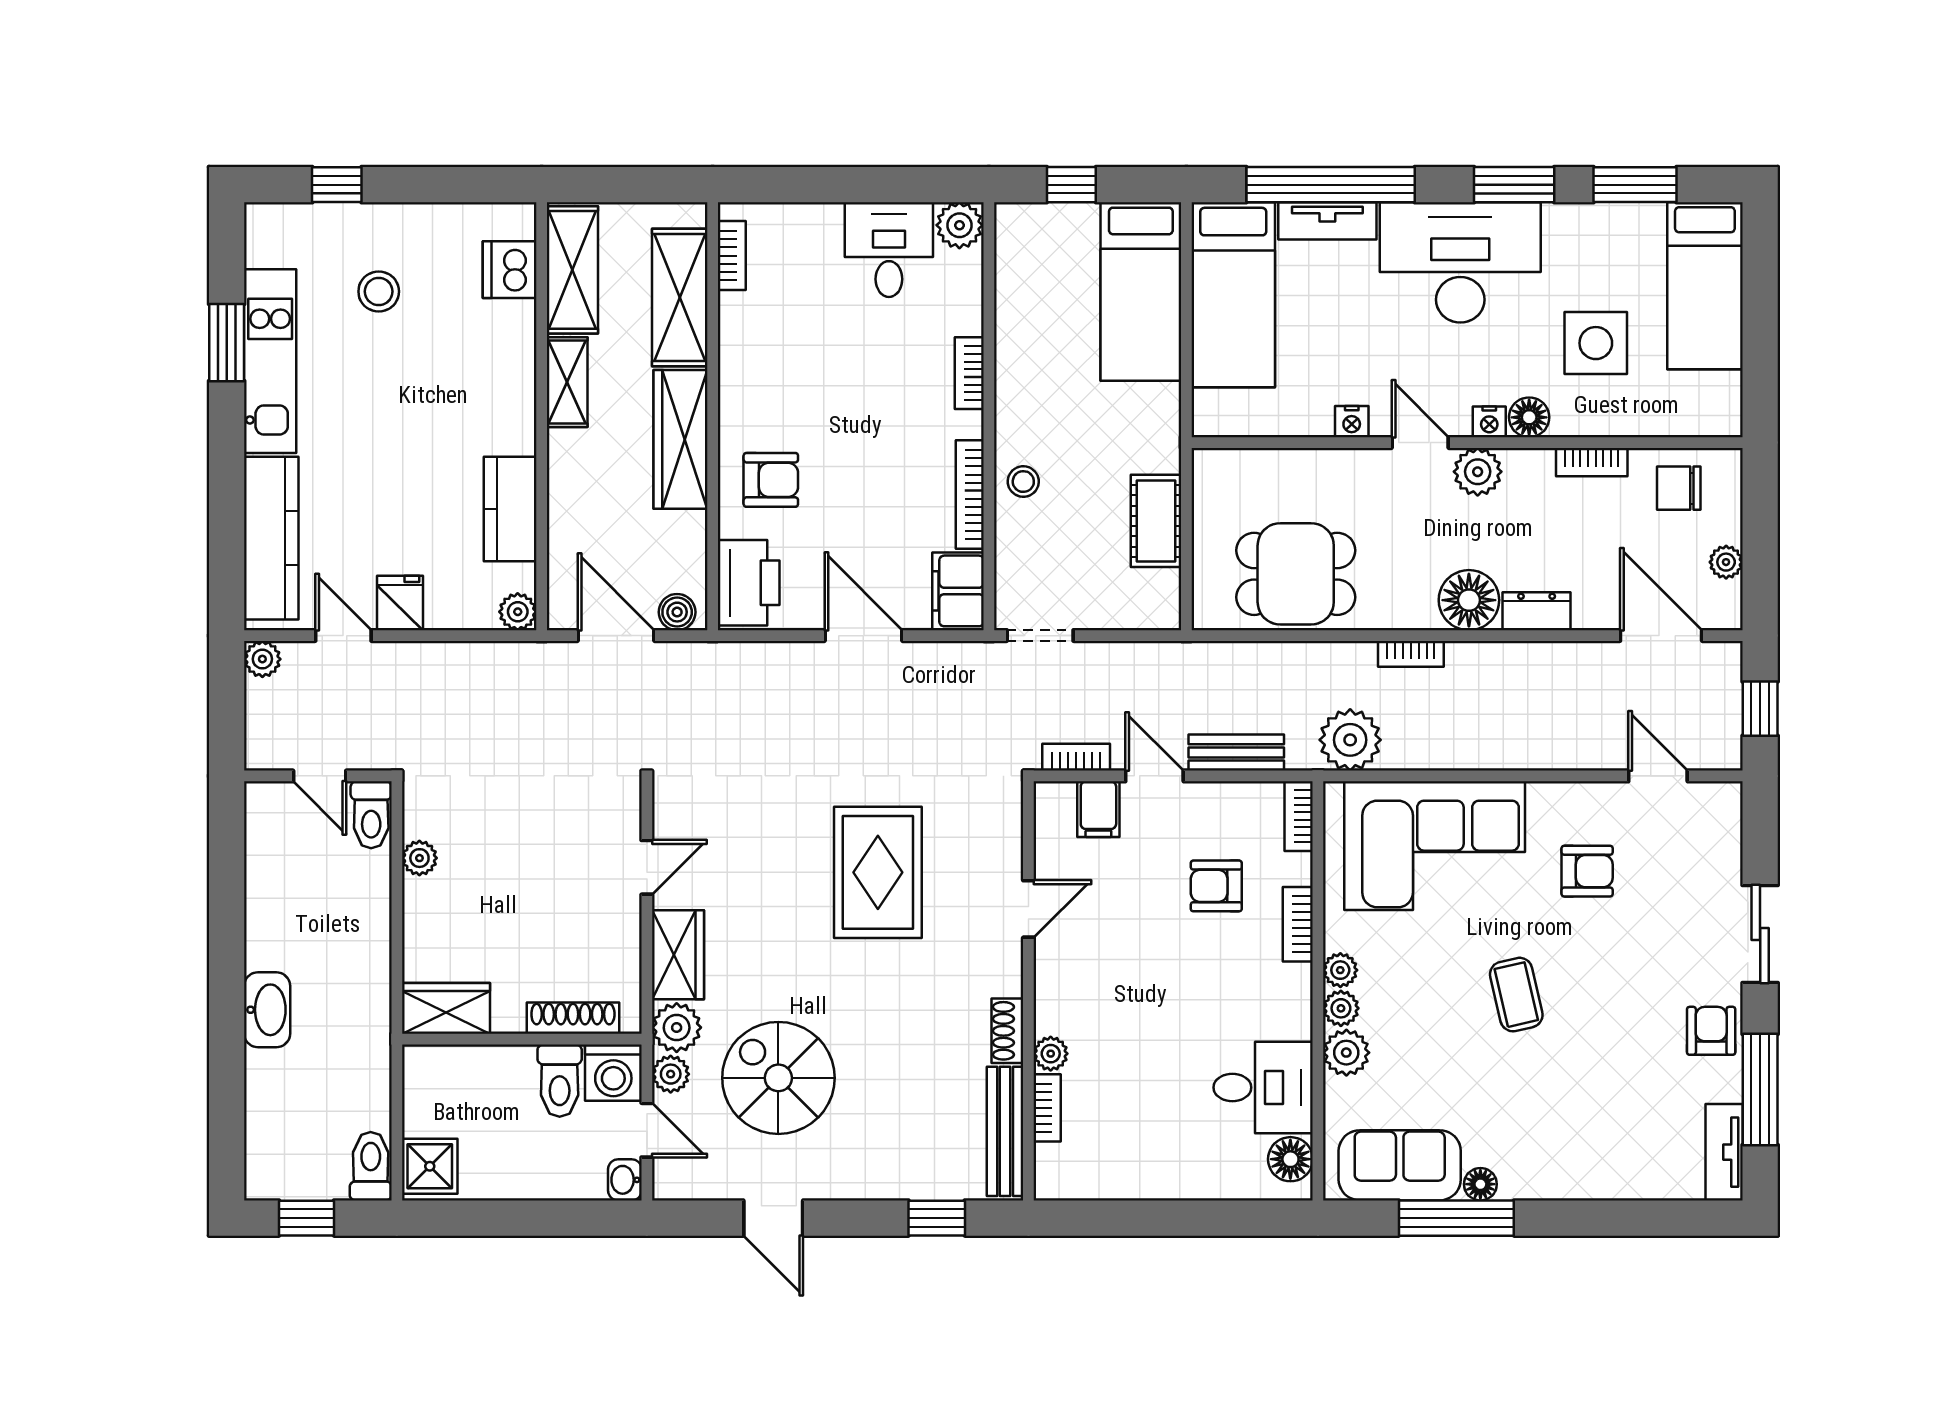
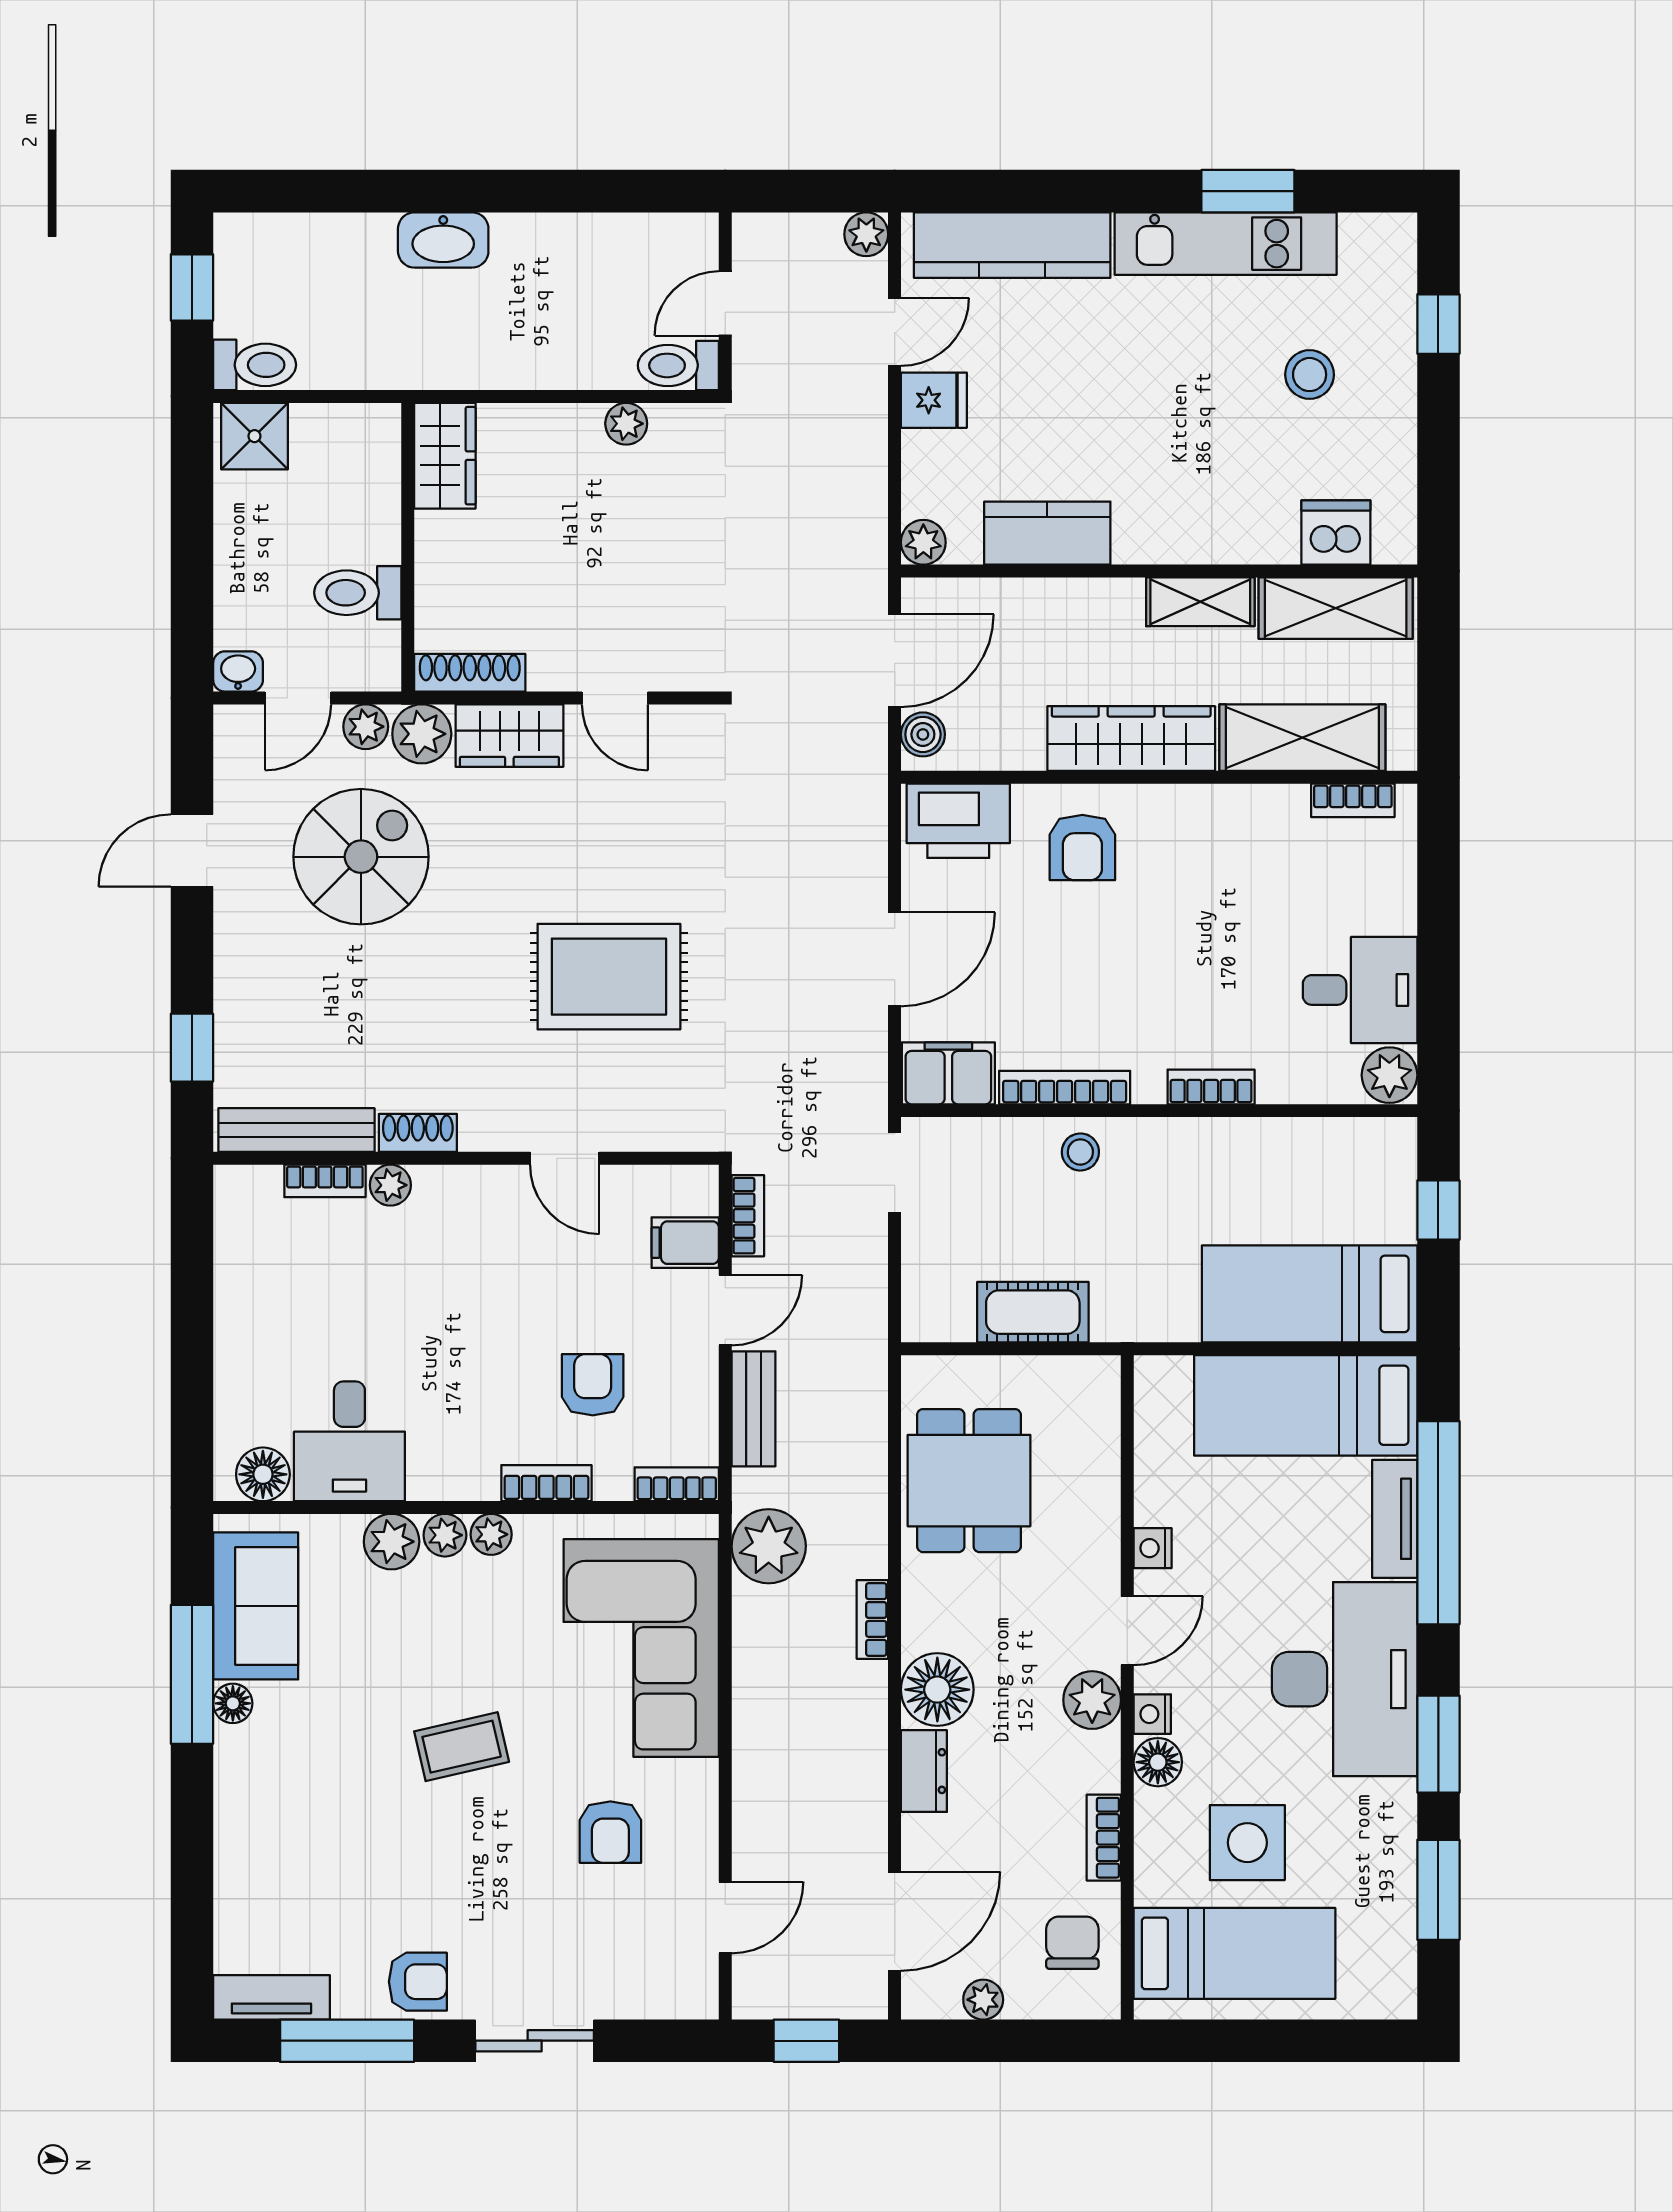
bed: (1705, 286) -> (1235, 1953), moved, turned 180
shoe rack: (573, 1018) -> (470, 673), moved, turned -90
washing machine: (613, 1073) -> (367, 658), removed

